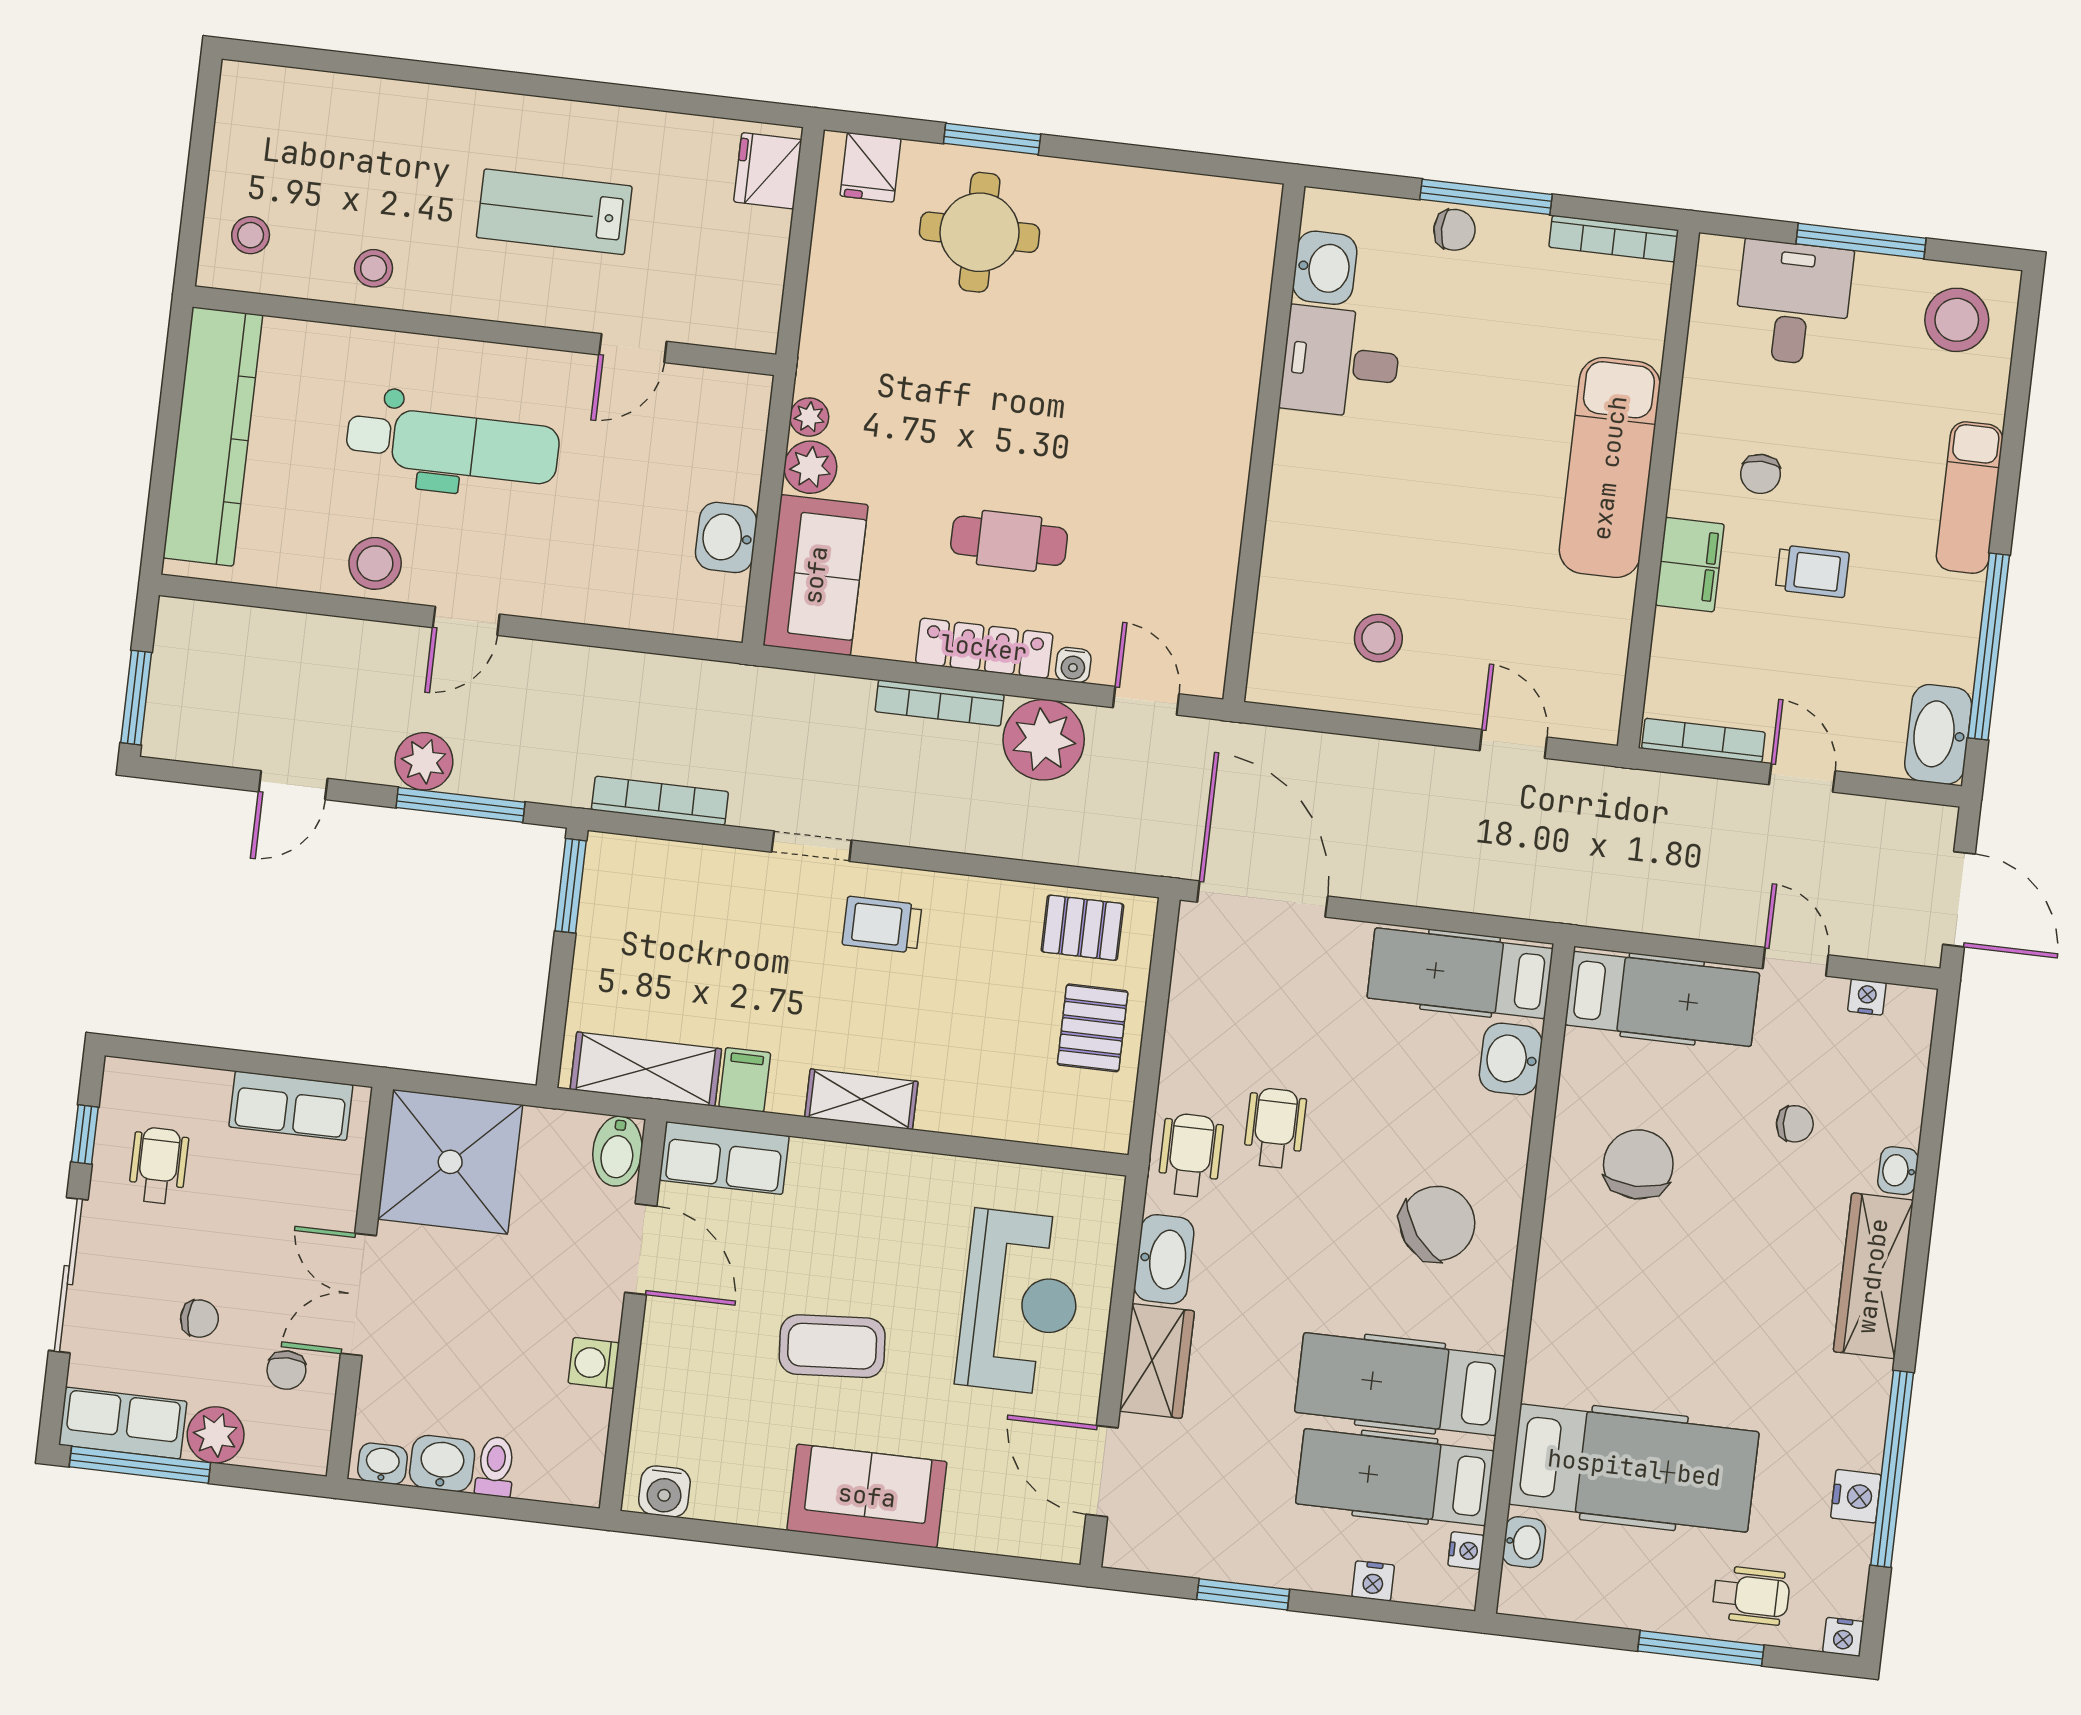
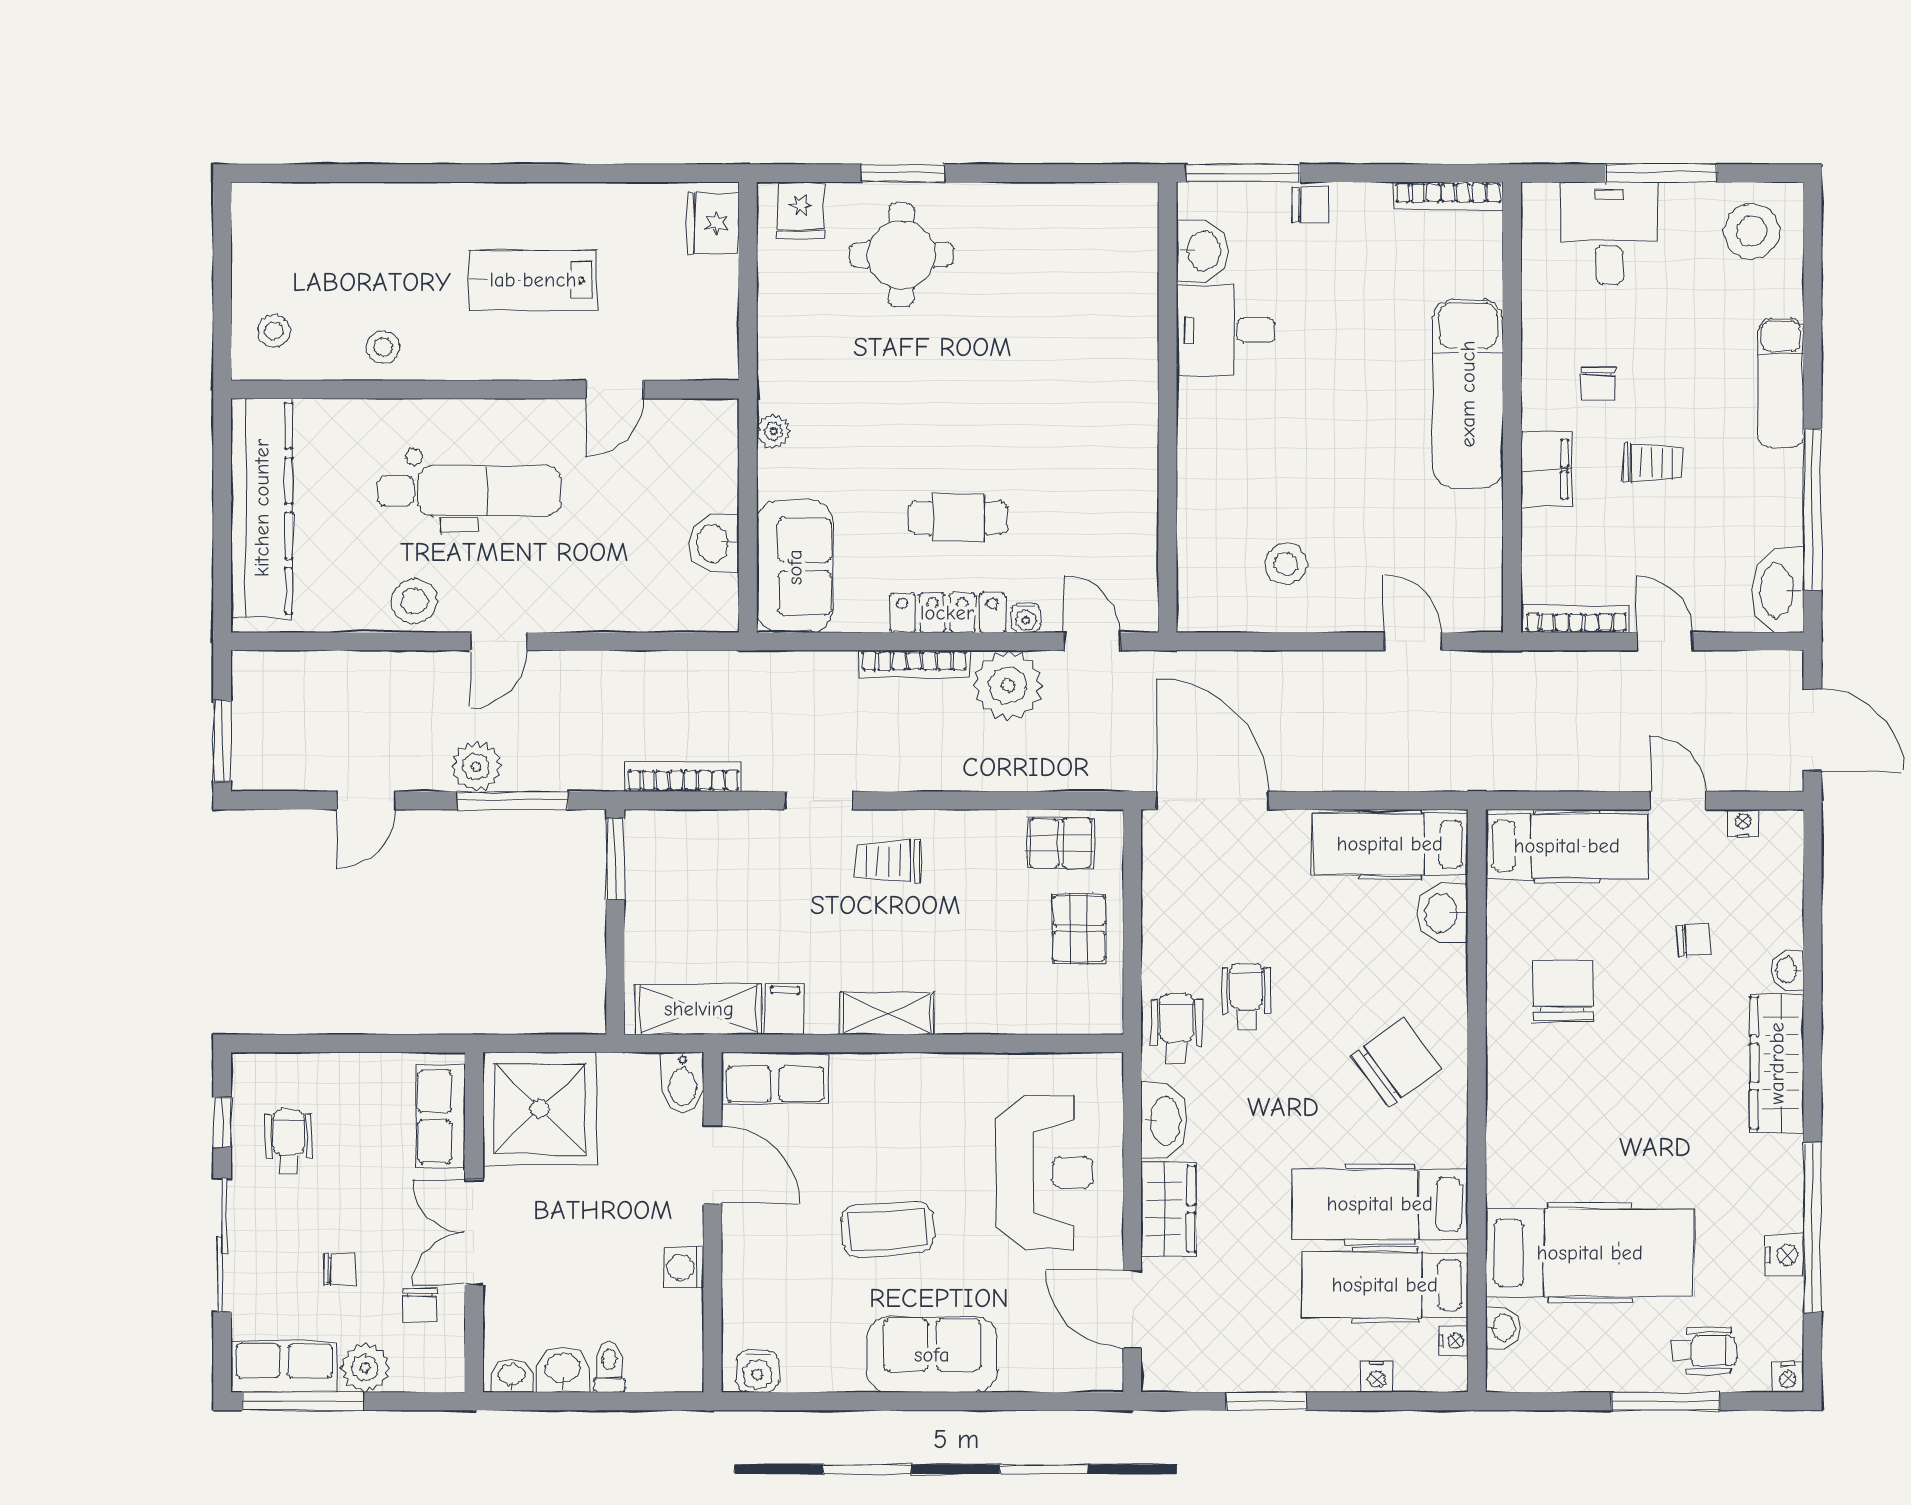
window: (1486, 197) -> (1243, 173), moved
plant: (810, 467) -> (779, 474), removed
row of seats: (291, 1106) -> (441, 1117), moved, turned 90

